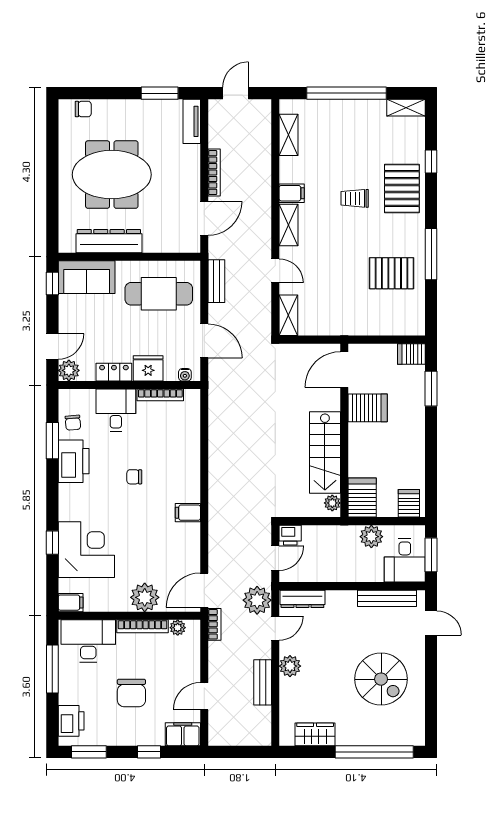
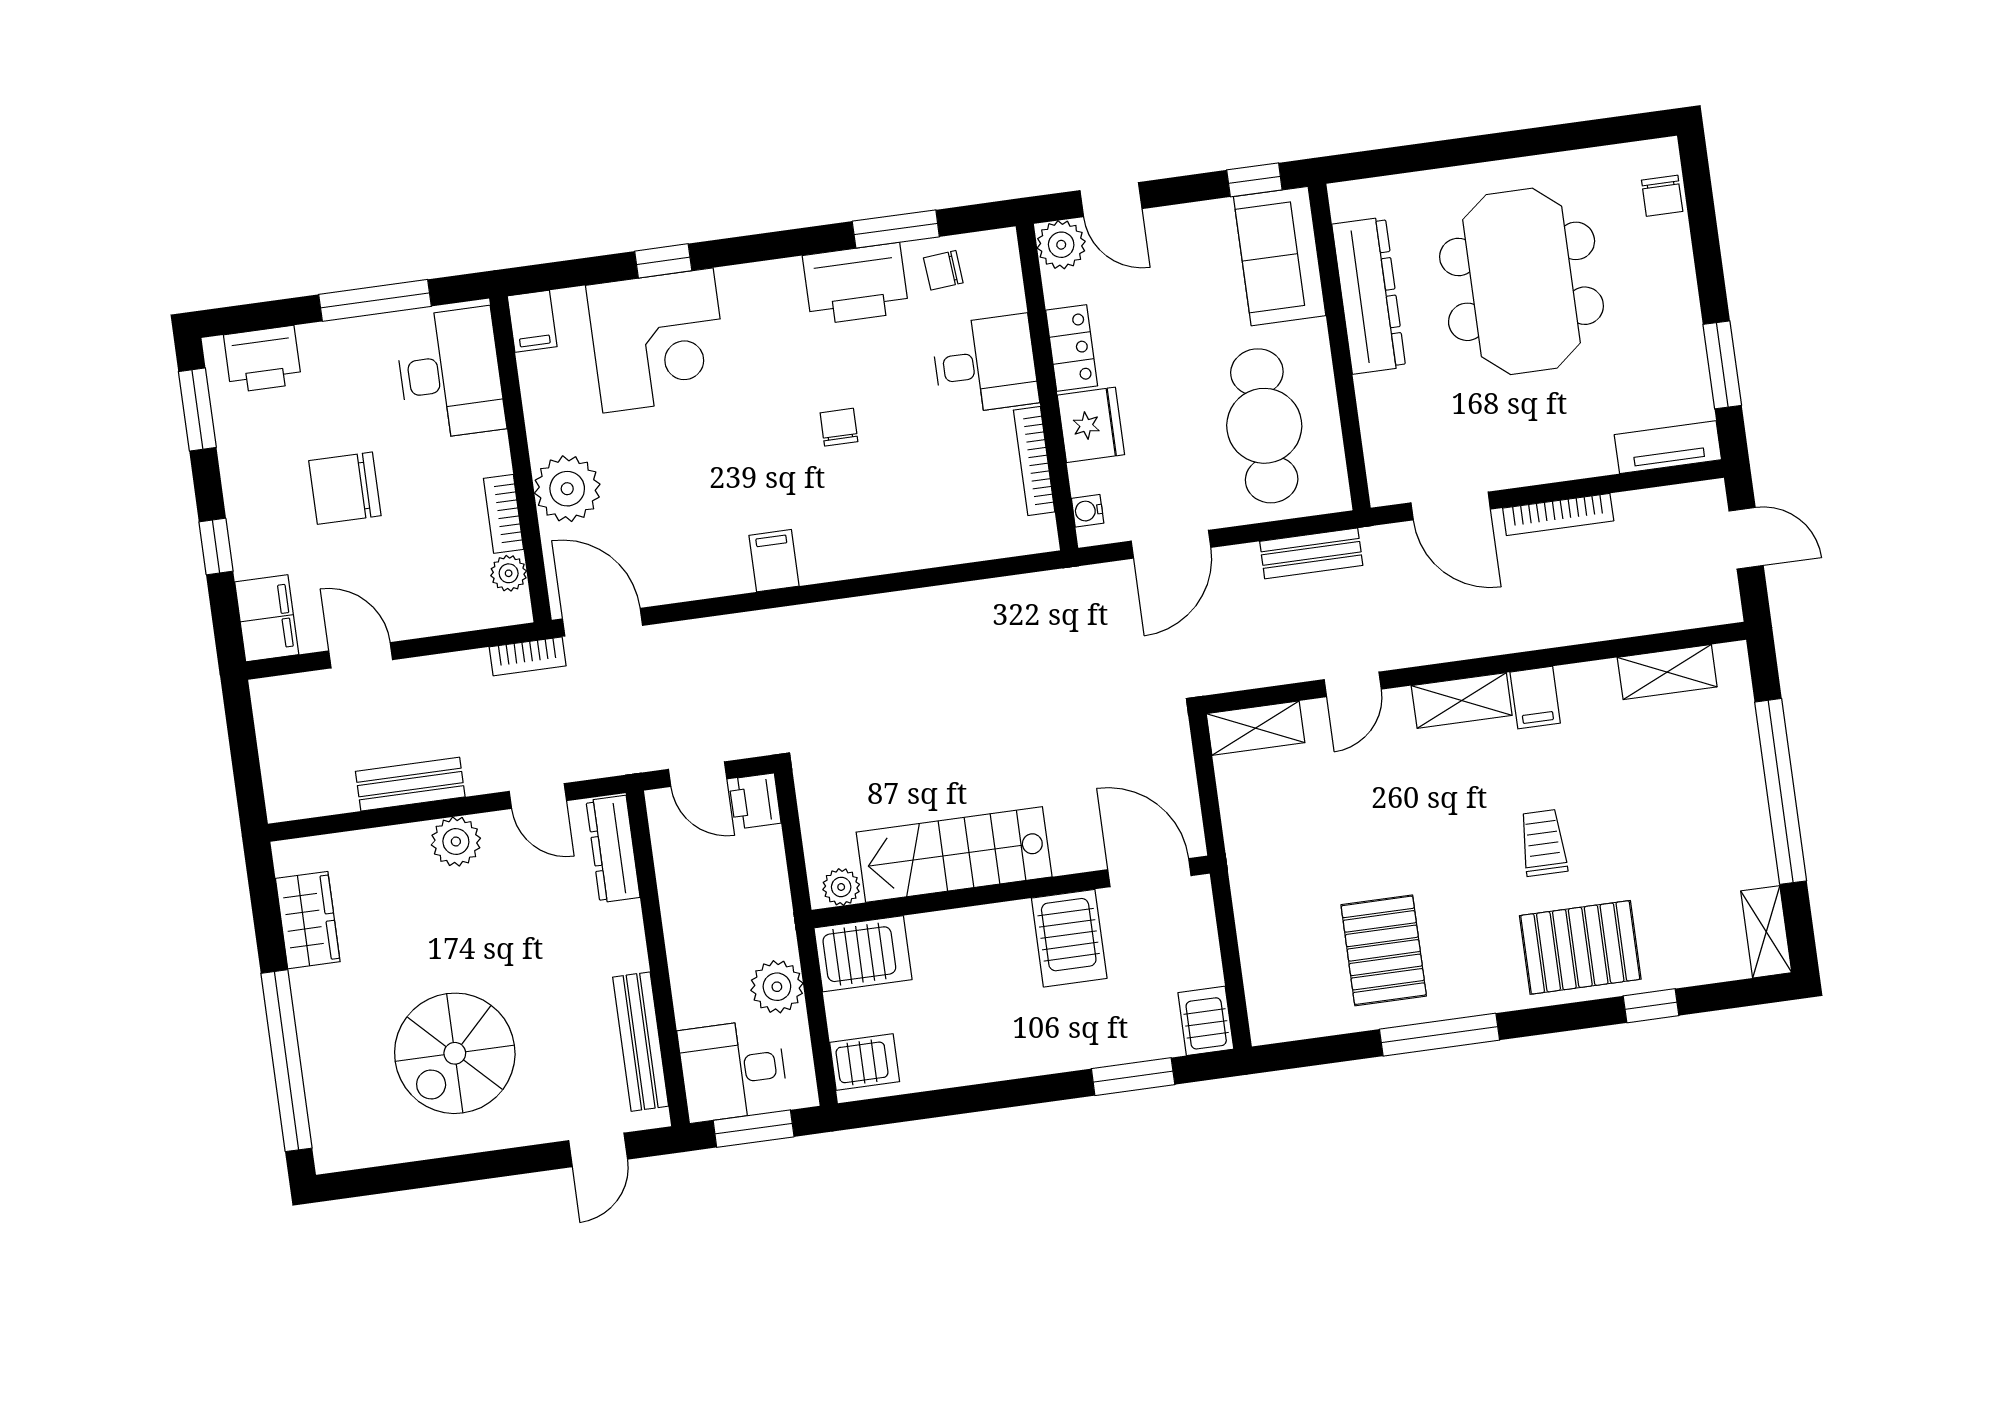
plant: (257, 600) -> (596, 746), removed
bookcase: (143, 626) -> (503, 514), width x0.64

